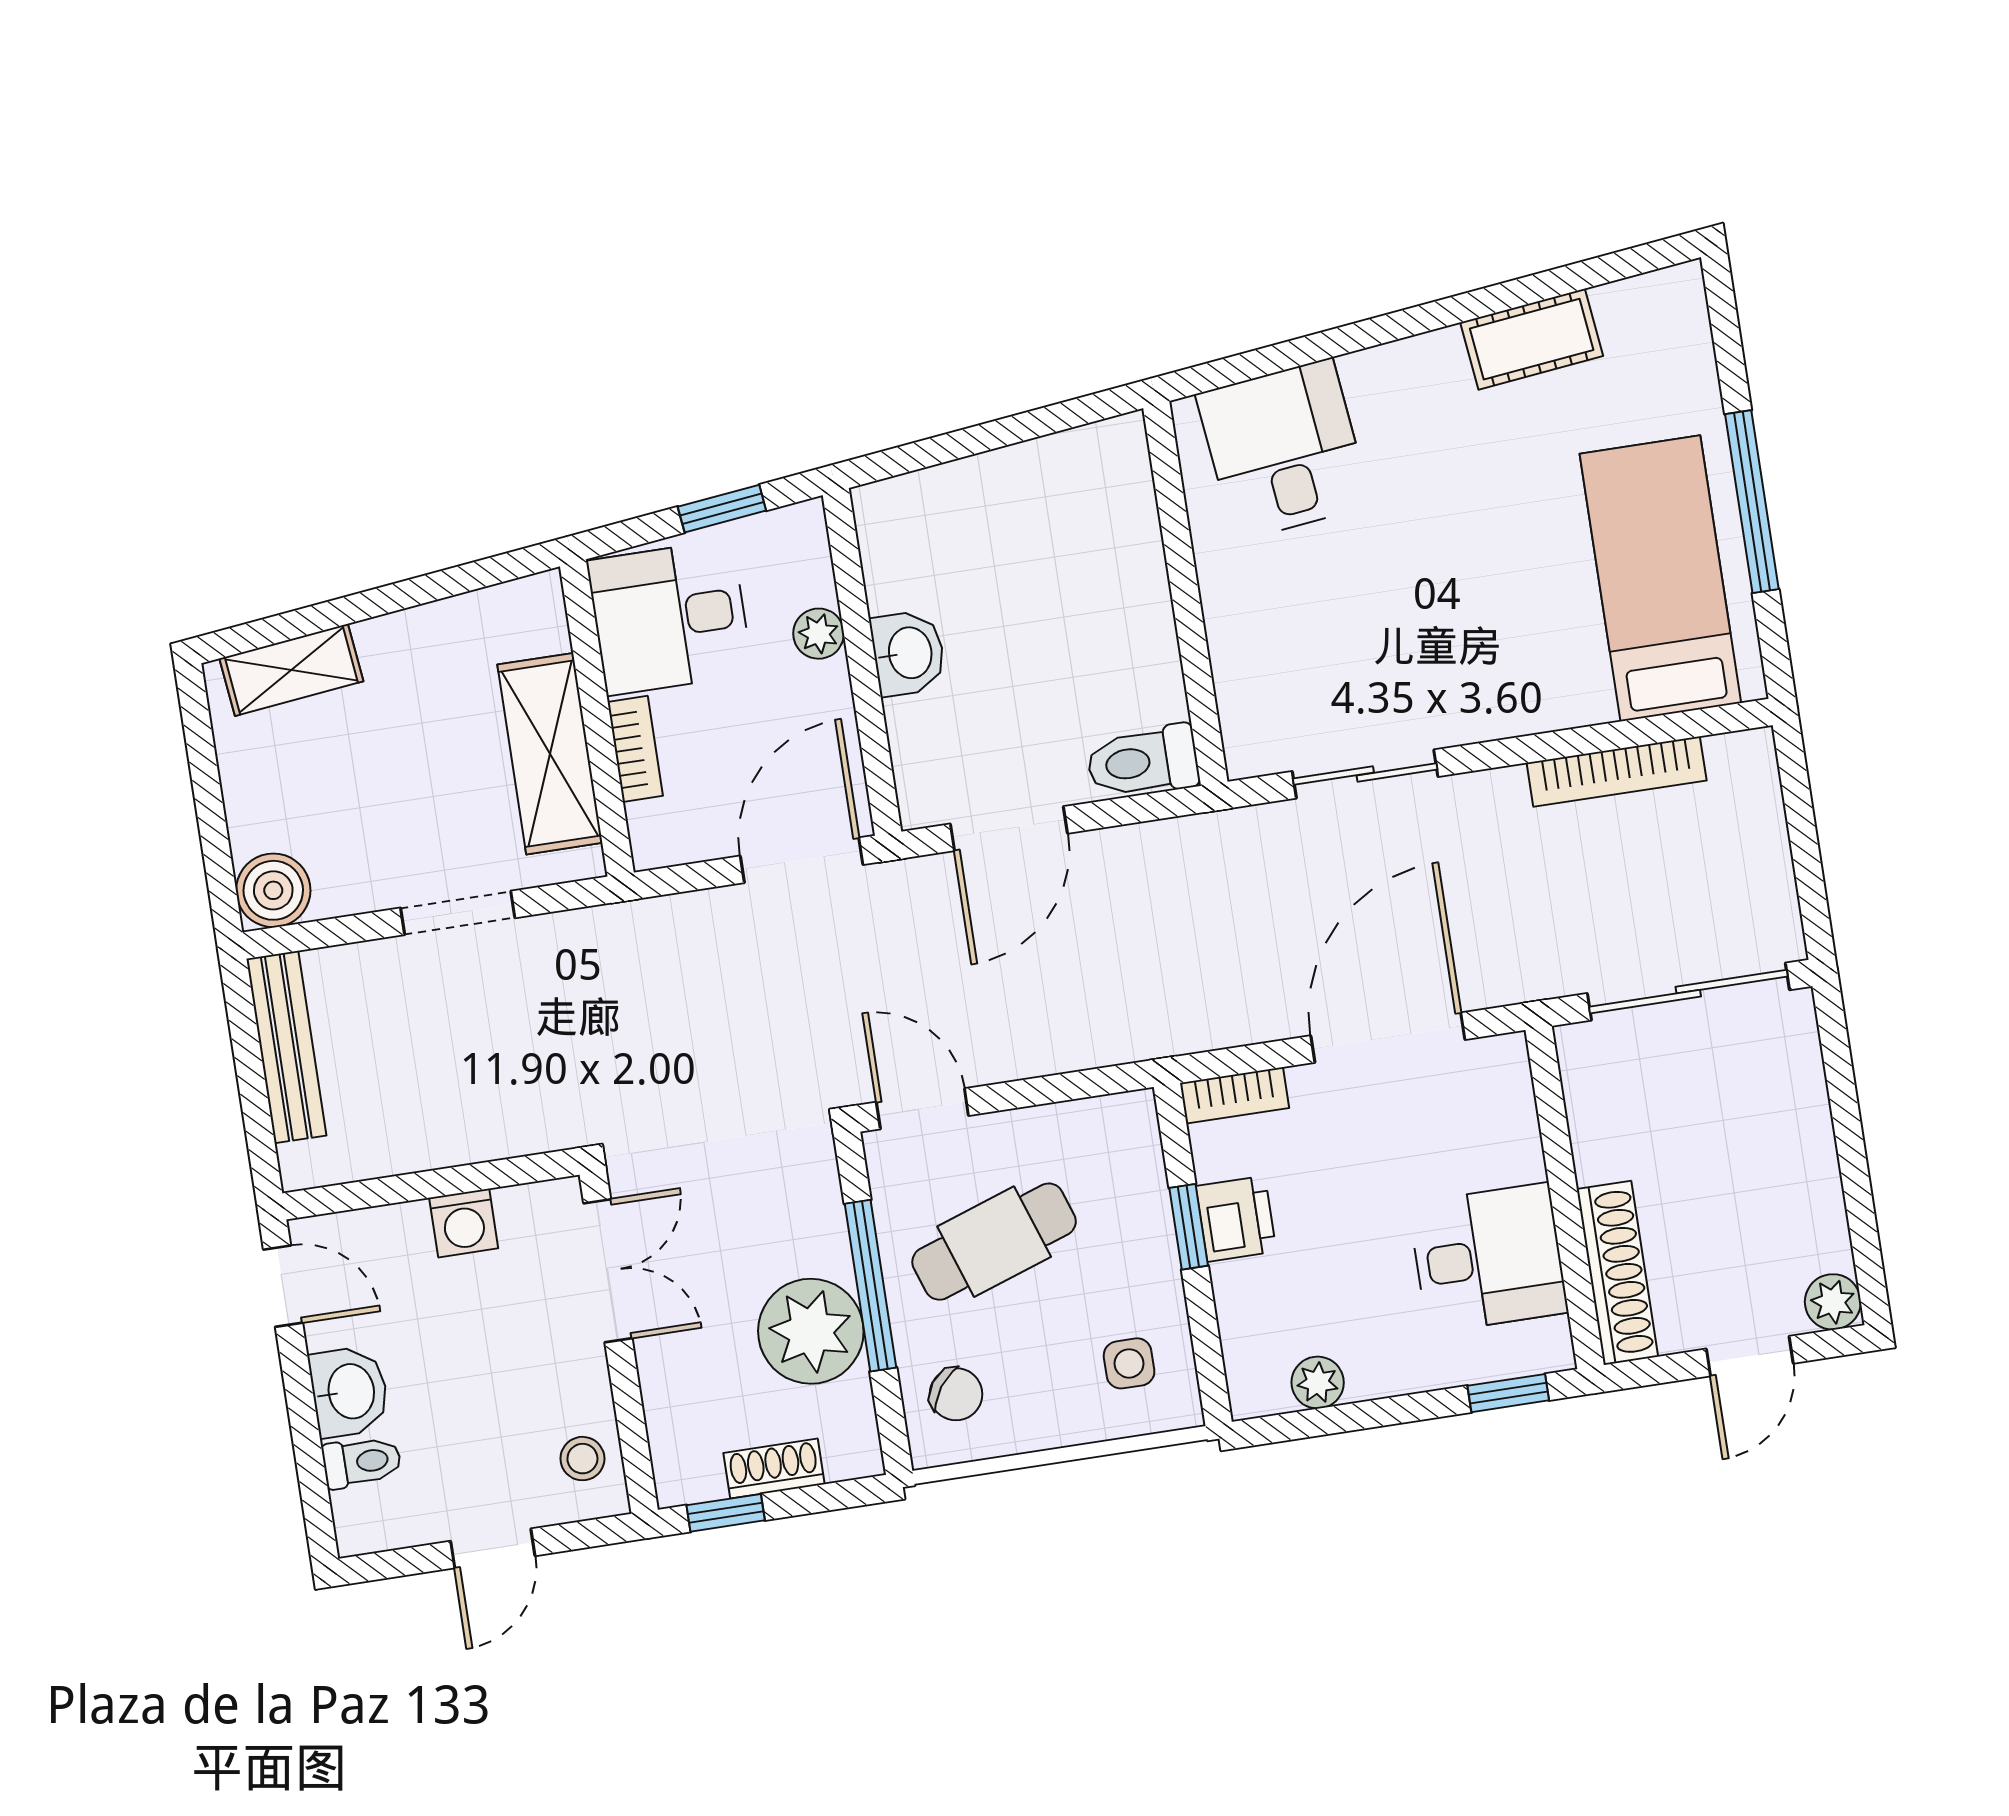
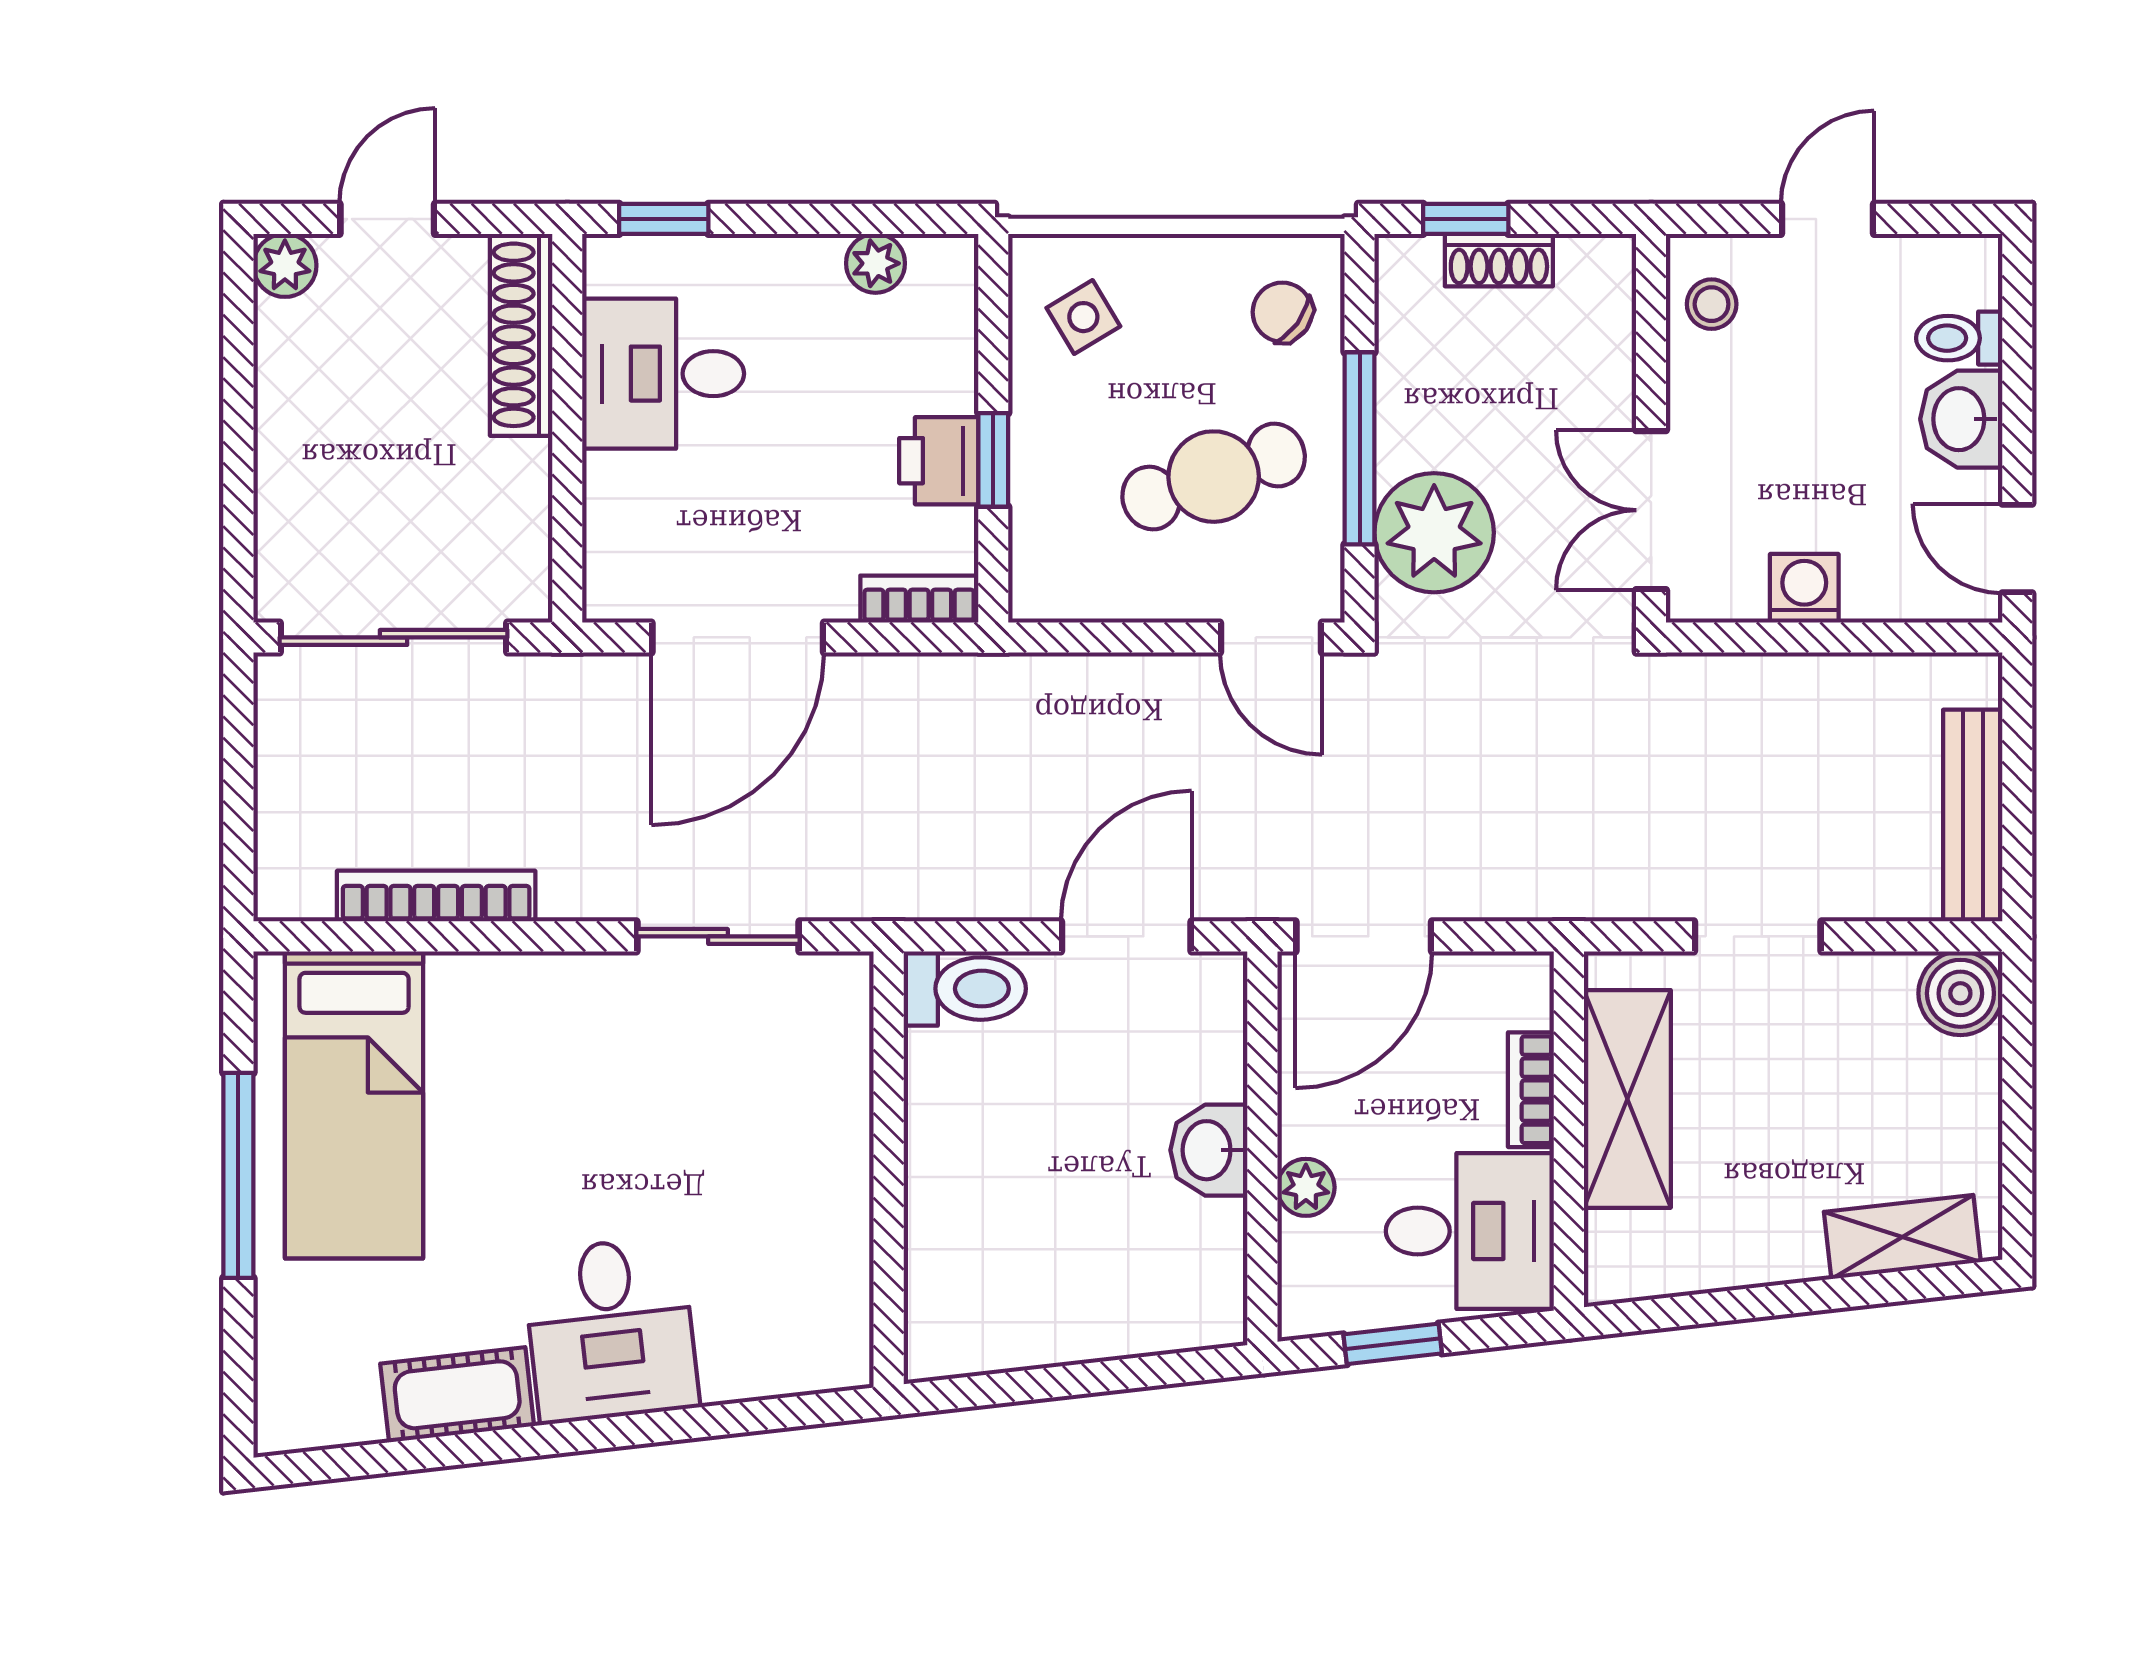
desk: (1284, 450) -> (611, 1330), moved
plant: (811, 1331) -> (1434, 533), moved
side table: (1129, 1363) -> (1083, 317), turned -31
window: (726, 1513) -> (1466, 219), moved

